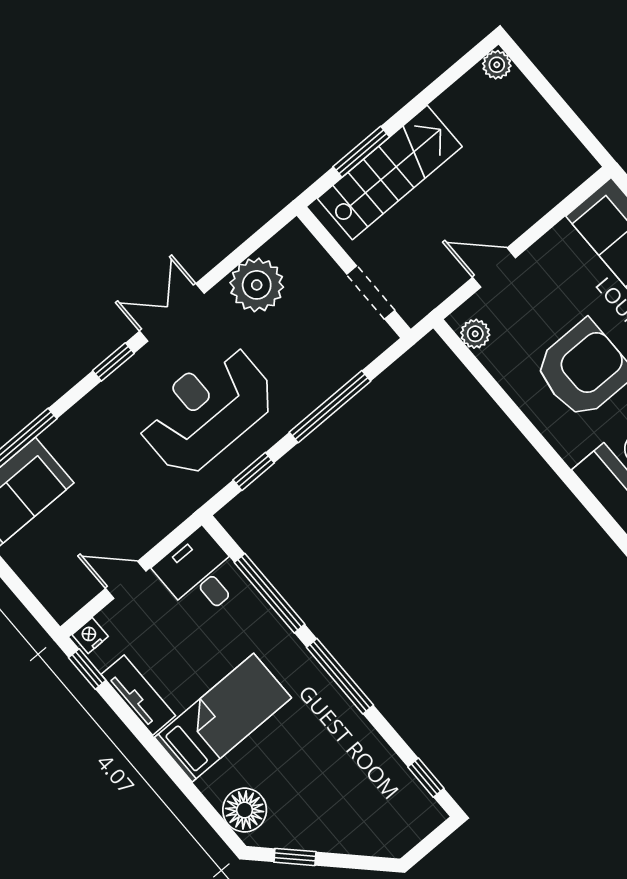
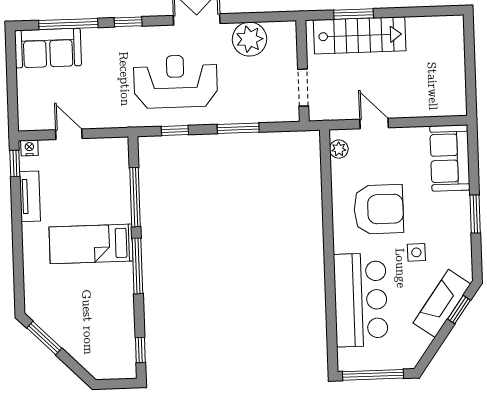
plant: (497, 65) -> (455, 24), removed
window: (113, 362) -> (128, 22), moved
window: (330, 407) -> (238, 128), width x0.69
desk: (200, 574) -> (108, 160), removed
bed: (223, 718) -> (91, 244), moved, turned 180
floor lamp: (245, 810) -> (38, 295), removed
window: (295, 857) -> (44, 338), width x1.50

